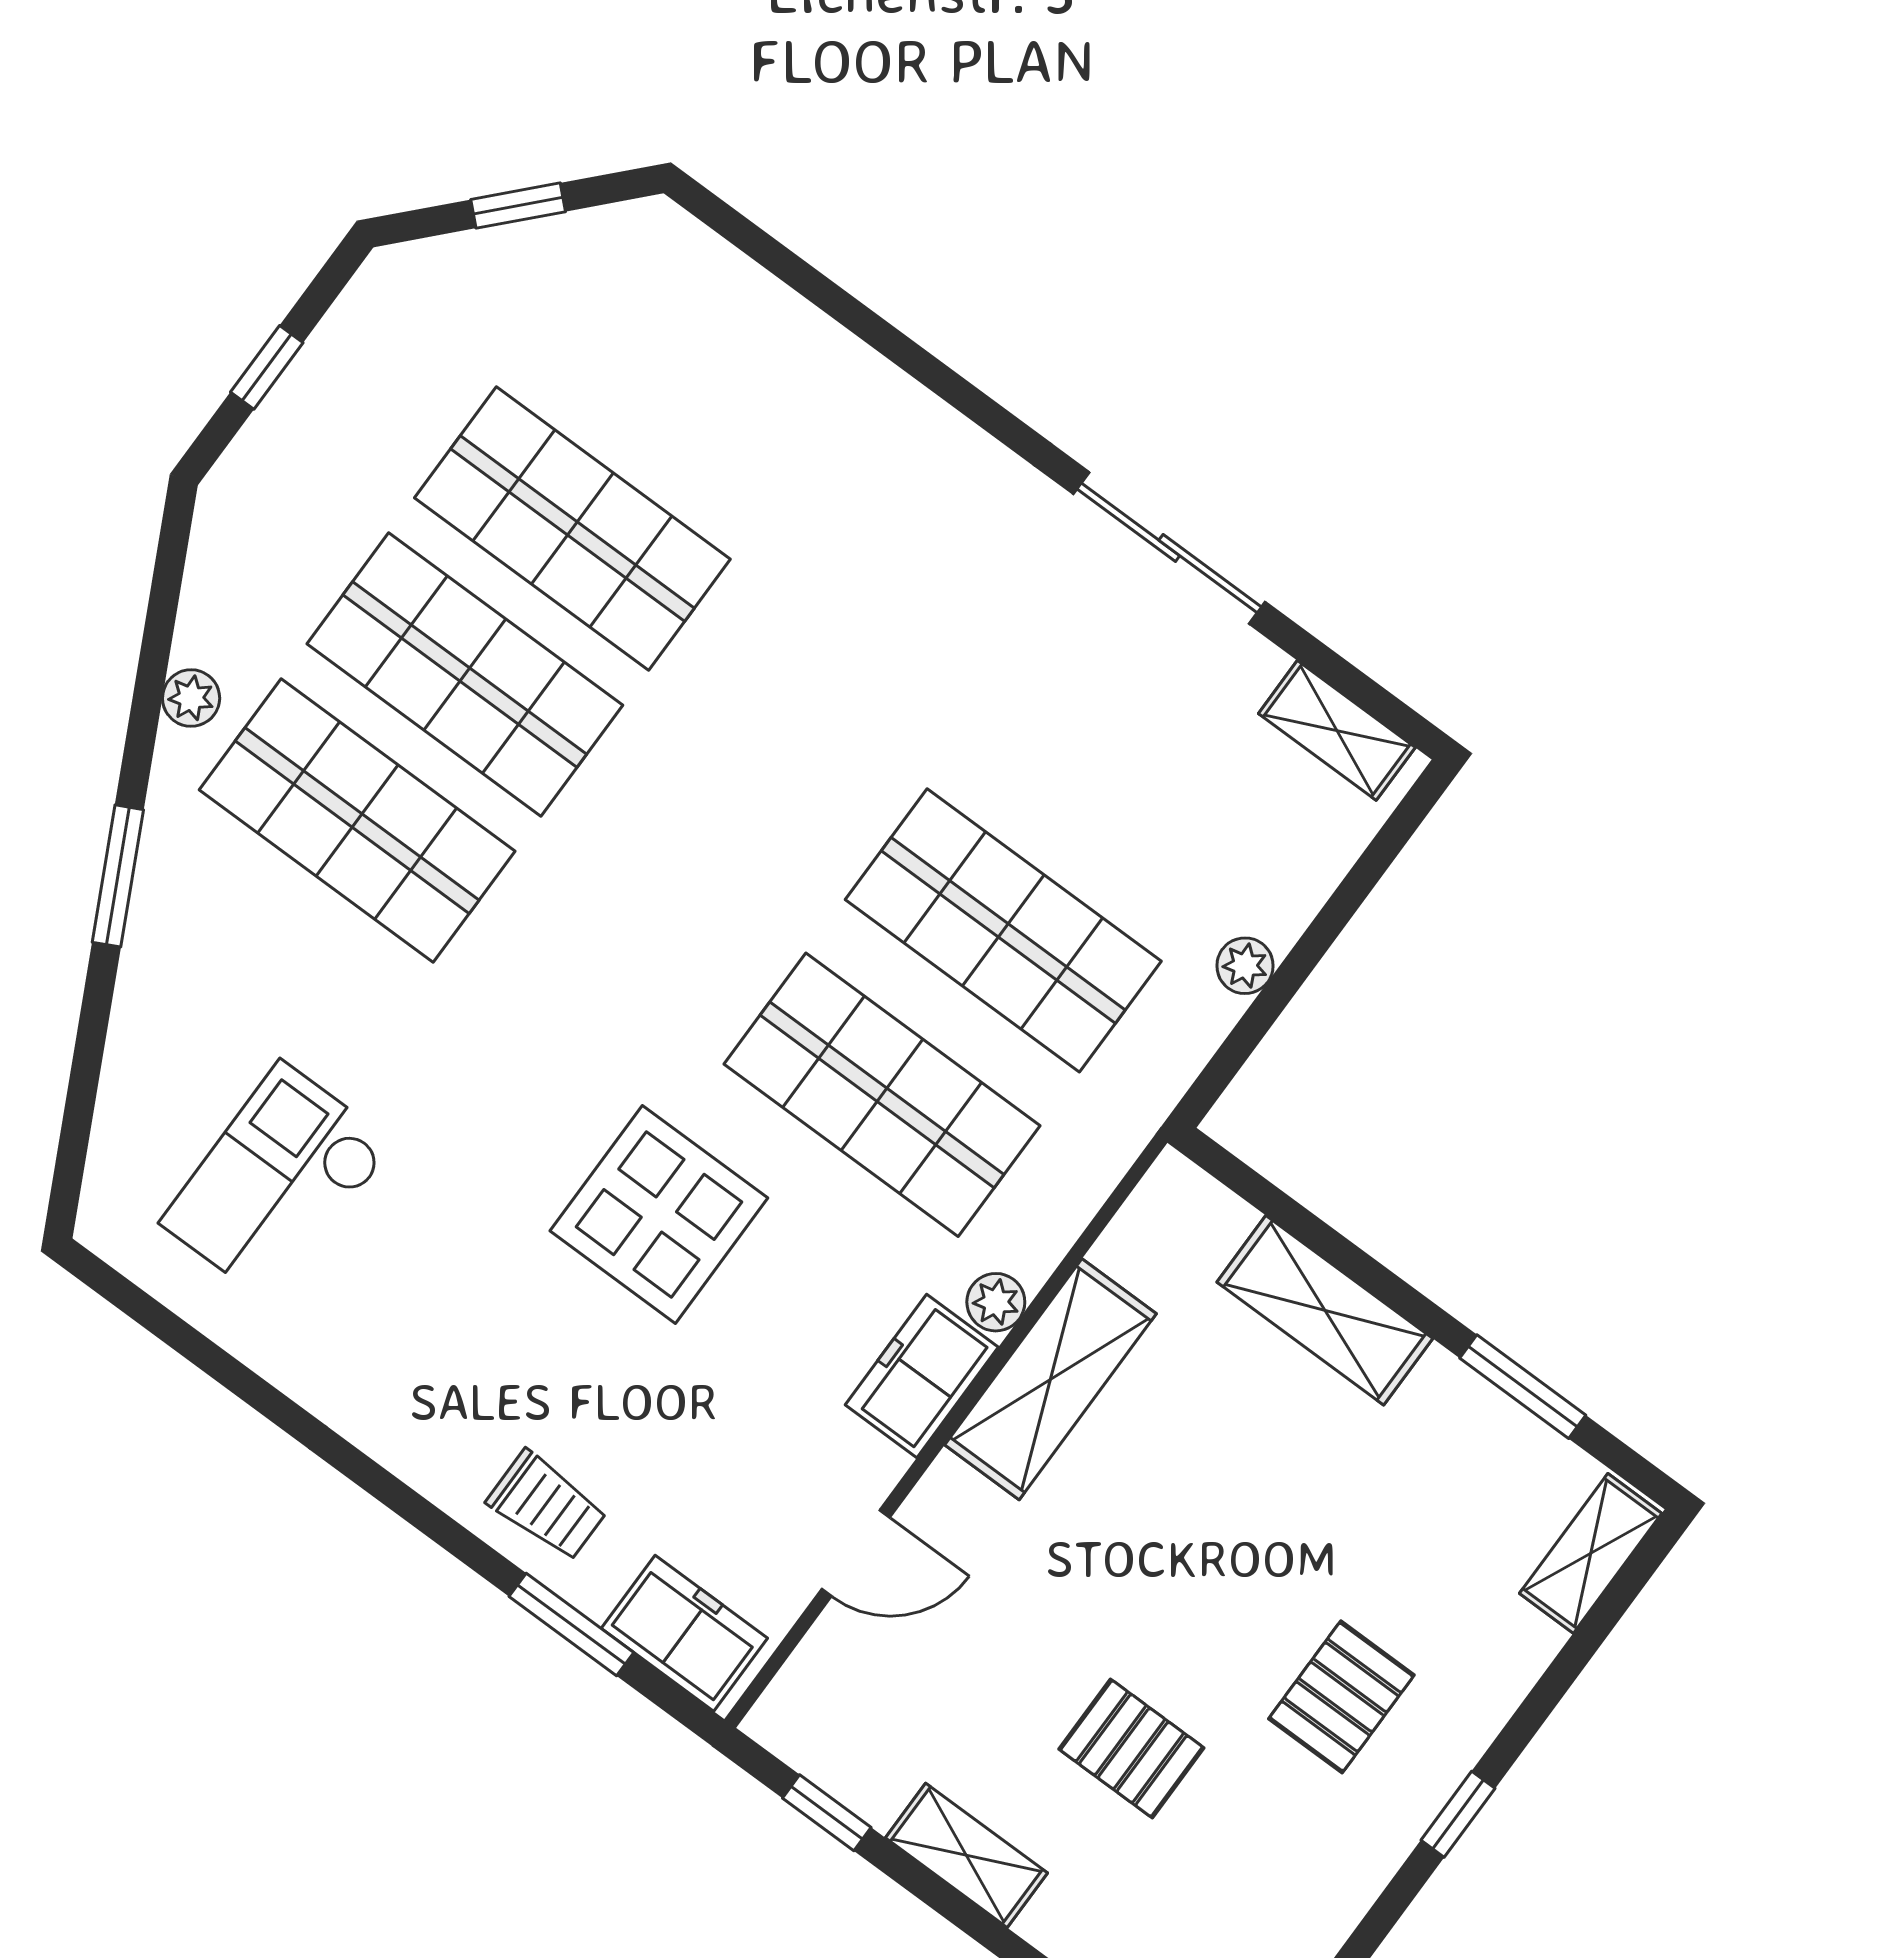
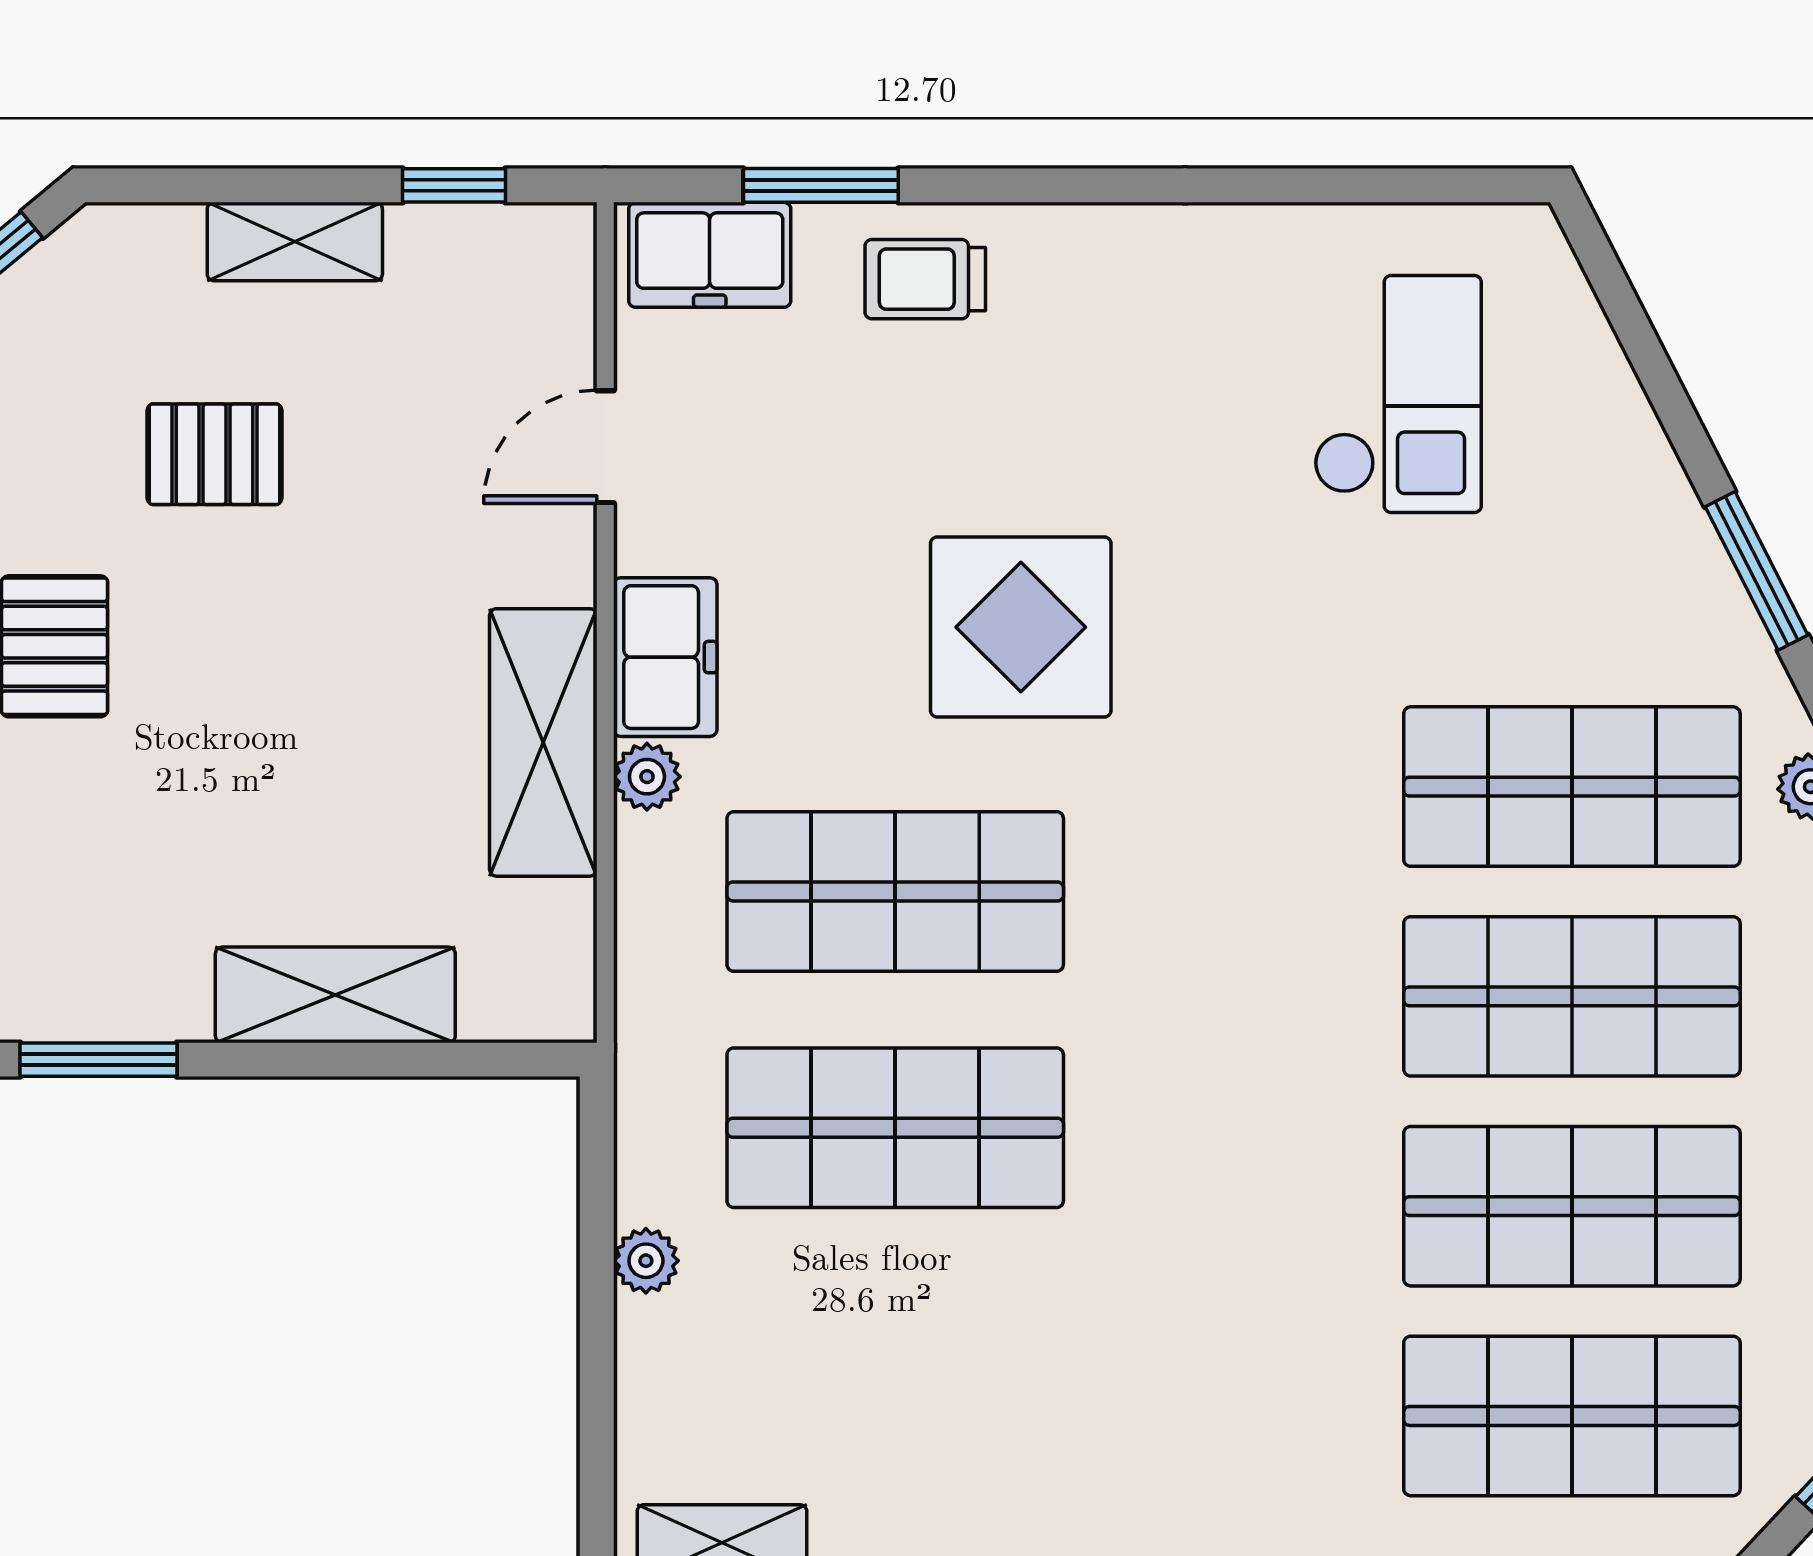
shop shelf: (680, 382) -> (1572, 1416), added

